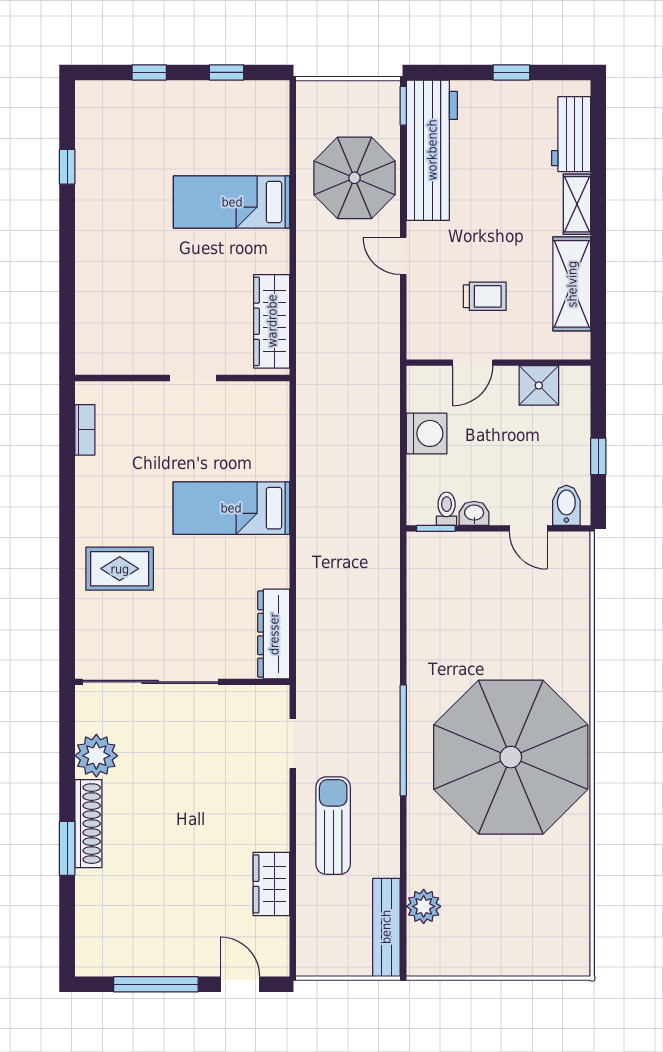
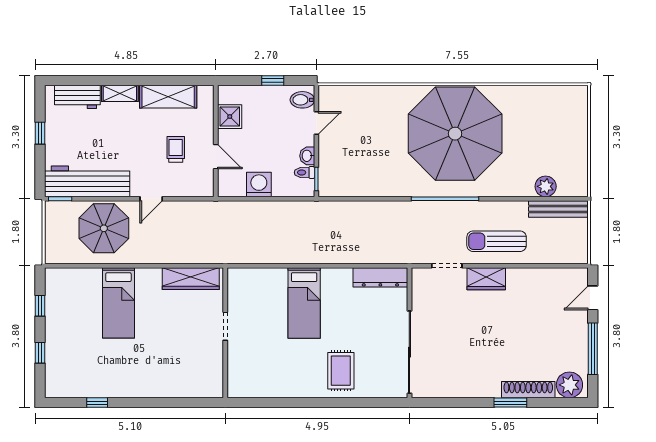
bookcase: (85, 430) -> (257, 392), removed
plant: (96, 756) -> (569, 385), moved
shoe rack: (88, 824) -> (528, 390), moved
wardrobe: (271, 884) -> (486, 279), moved

